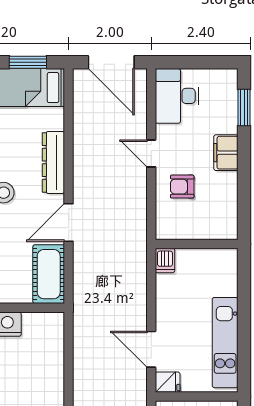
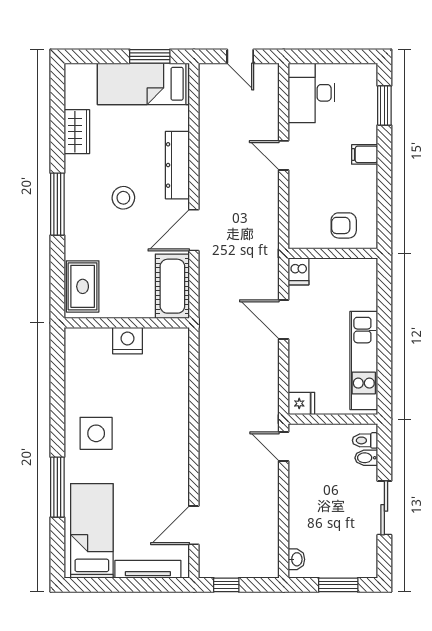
door: (111, 62) -> (240, 56), width x0.53
filing cabinet: (226, 153) -> (365, 154), width x0.50
armchair: (182, 187) -> (344, 225), moved
door: (151, 349) -> (284, 320), moved

